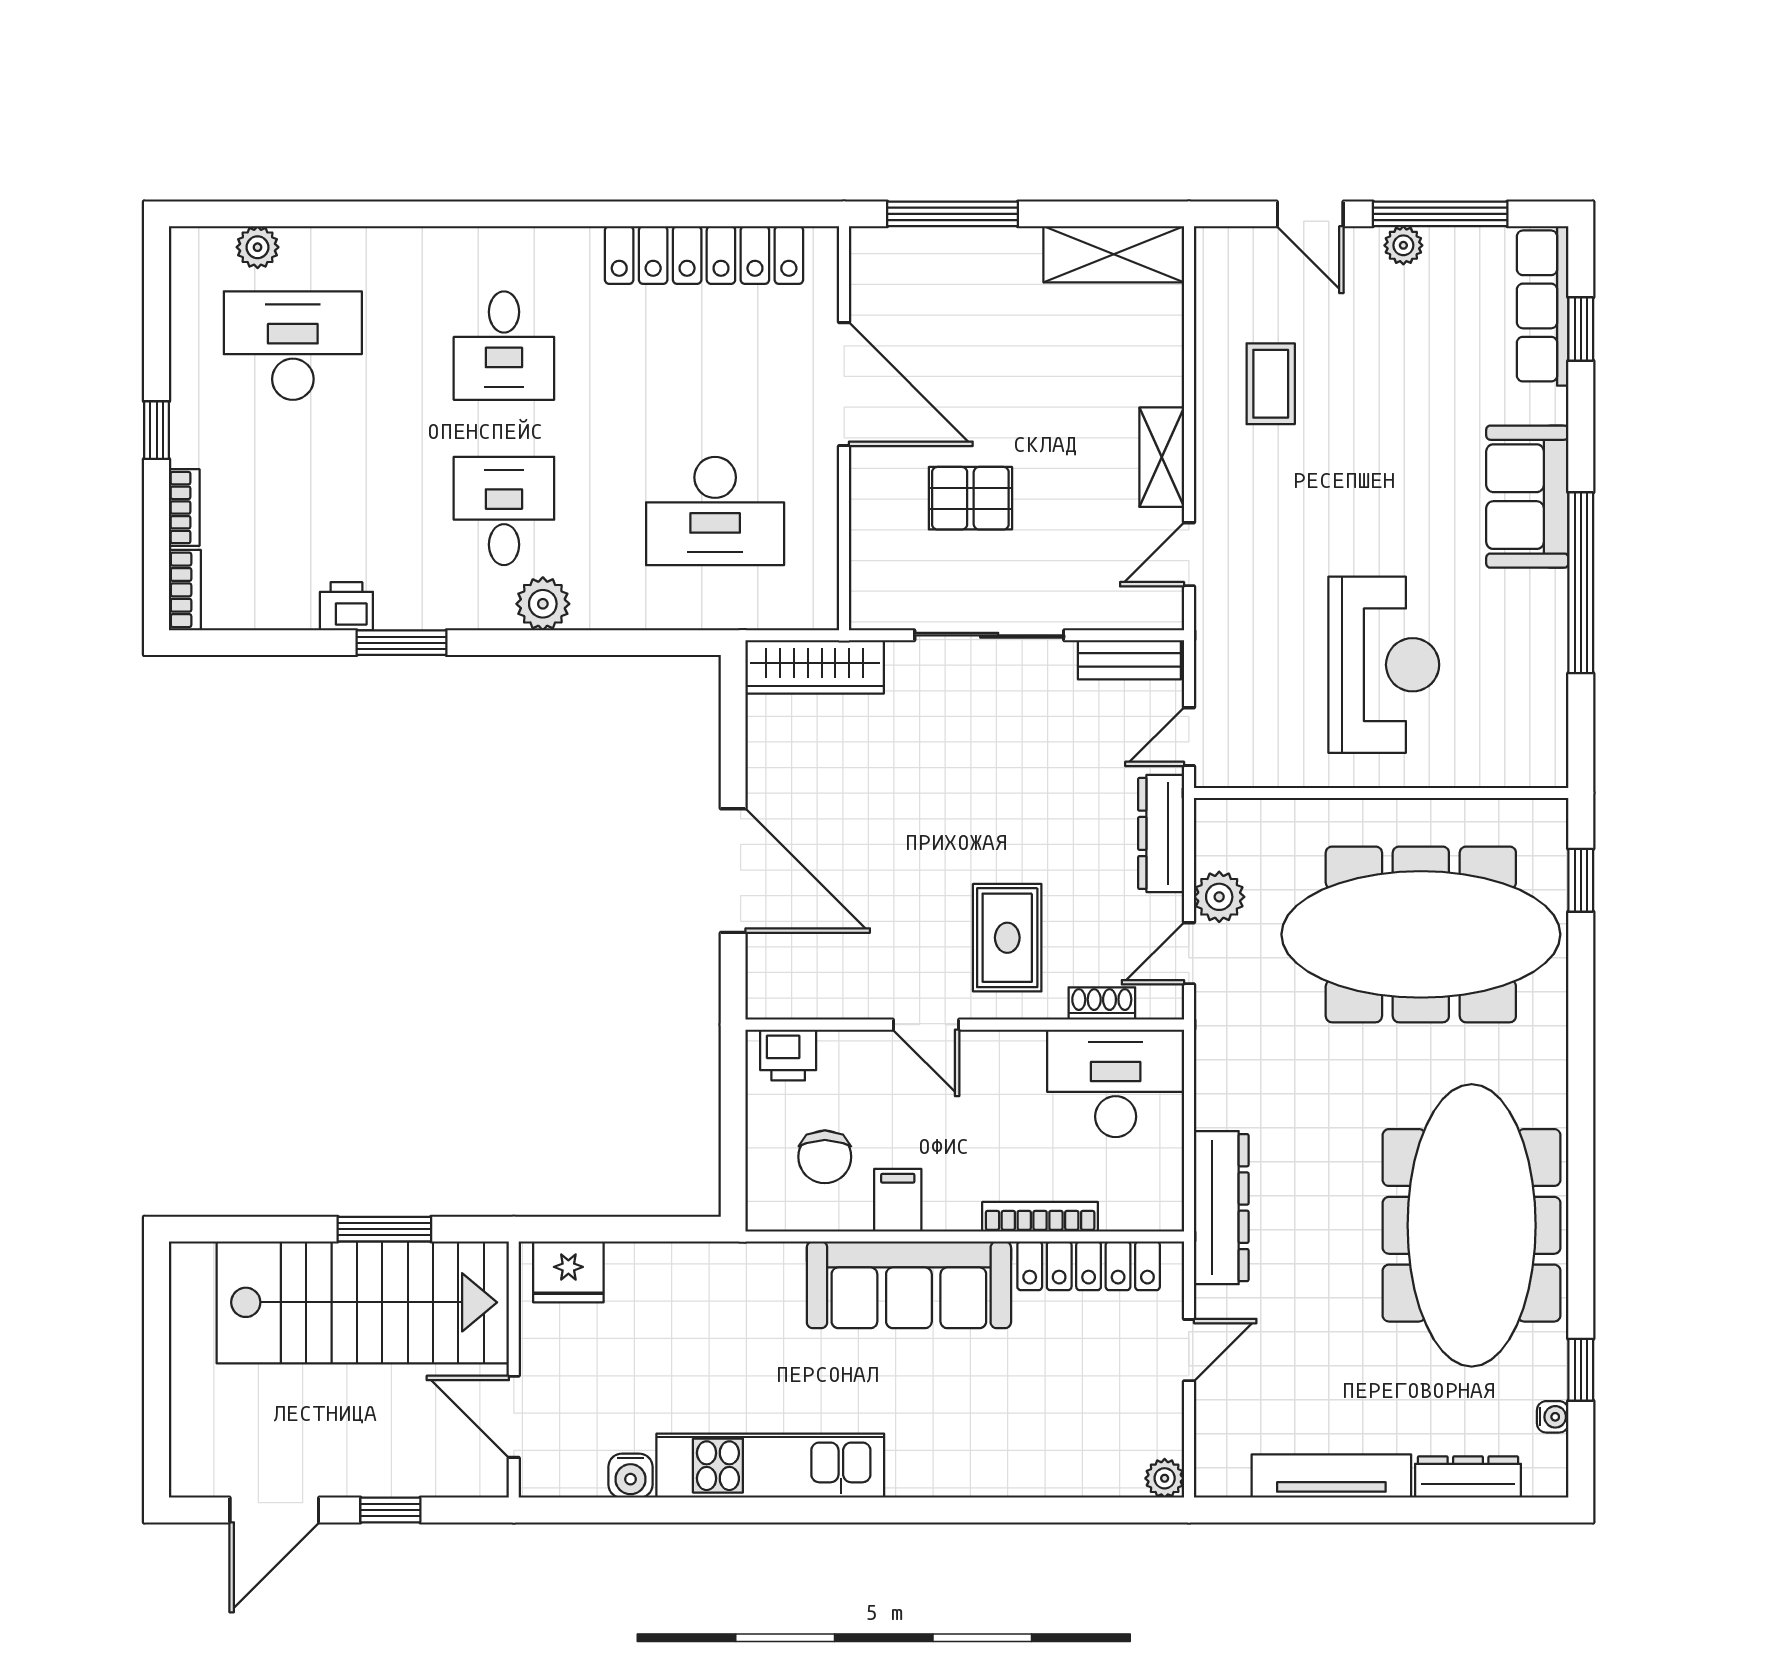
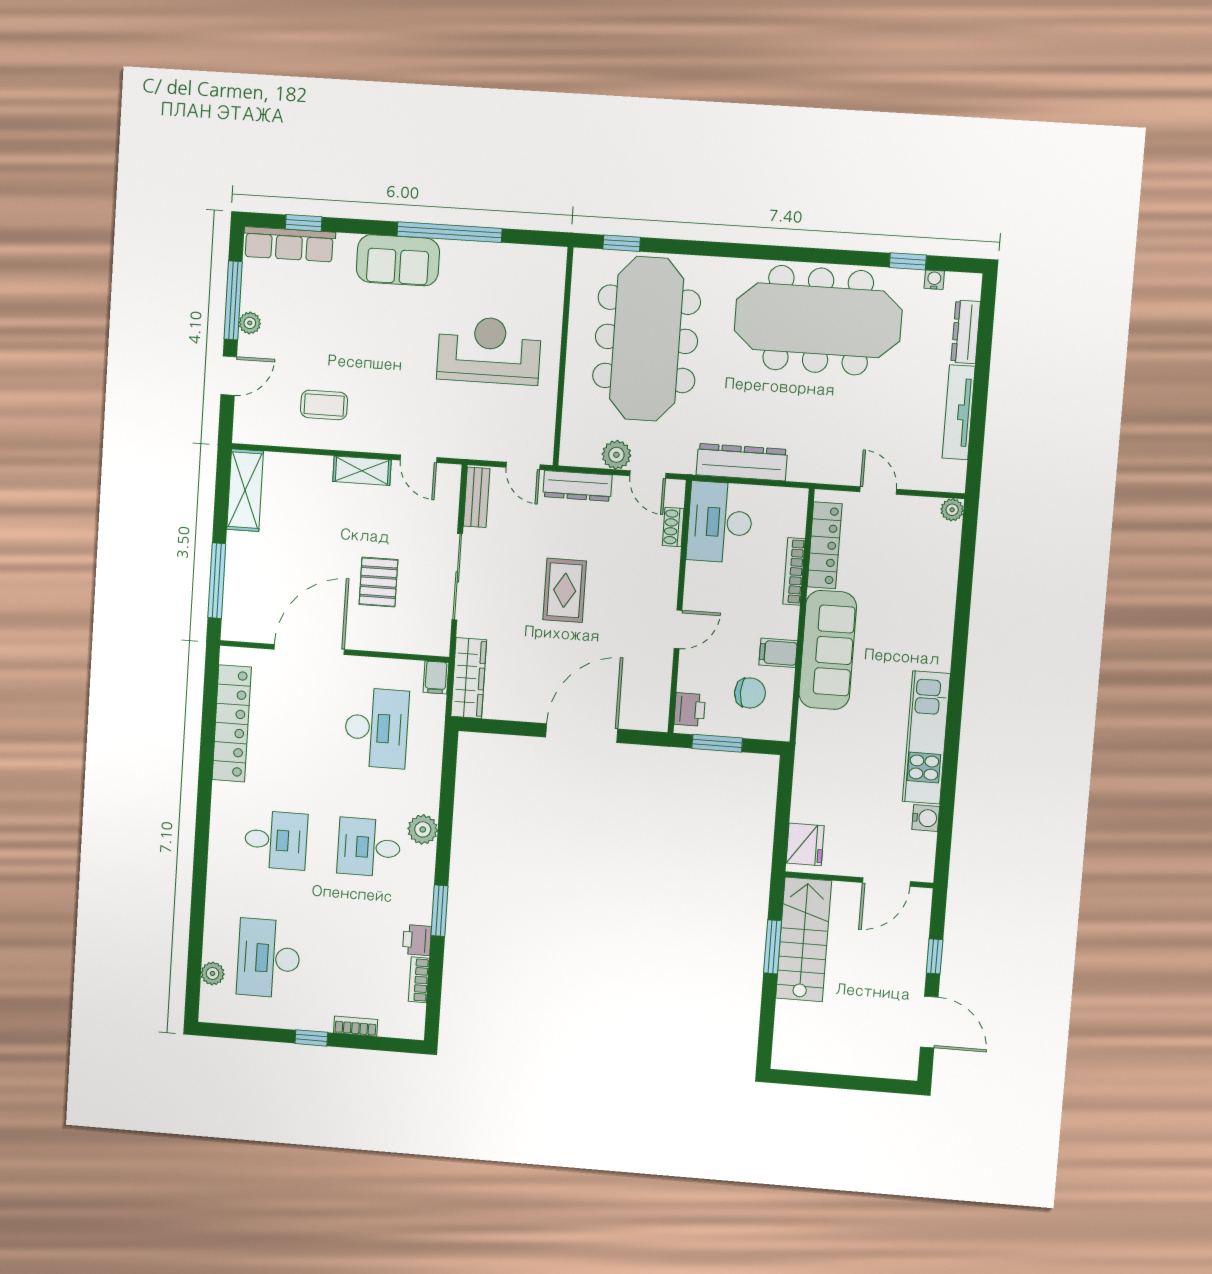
bookcase: (185, 590) -> (419, 980), moved, turned -90
filing cabinet: (811, 610) -> (436, 677), added
rug: (1007, 938) -> (565, 590), moved, turned 90
window: (733, 1107) -> (717, 743), added
dresser: (1221, 1208) -> (742, 462), moved
stairs: (363, 1302) -> (804, 939), width x0.73, depth x0.66

